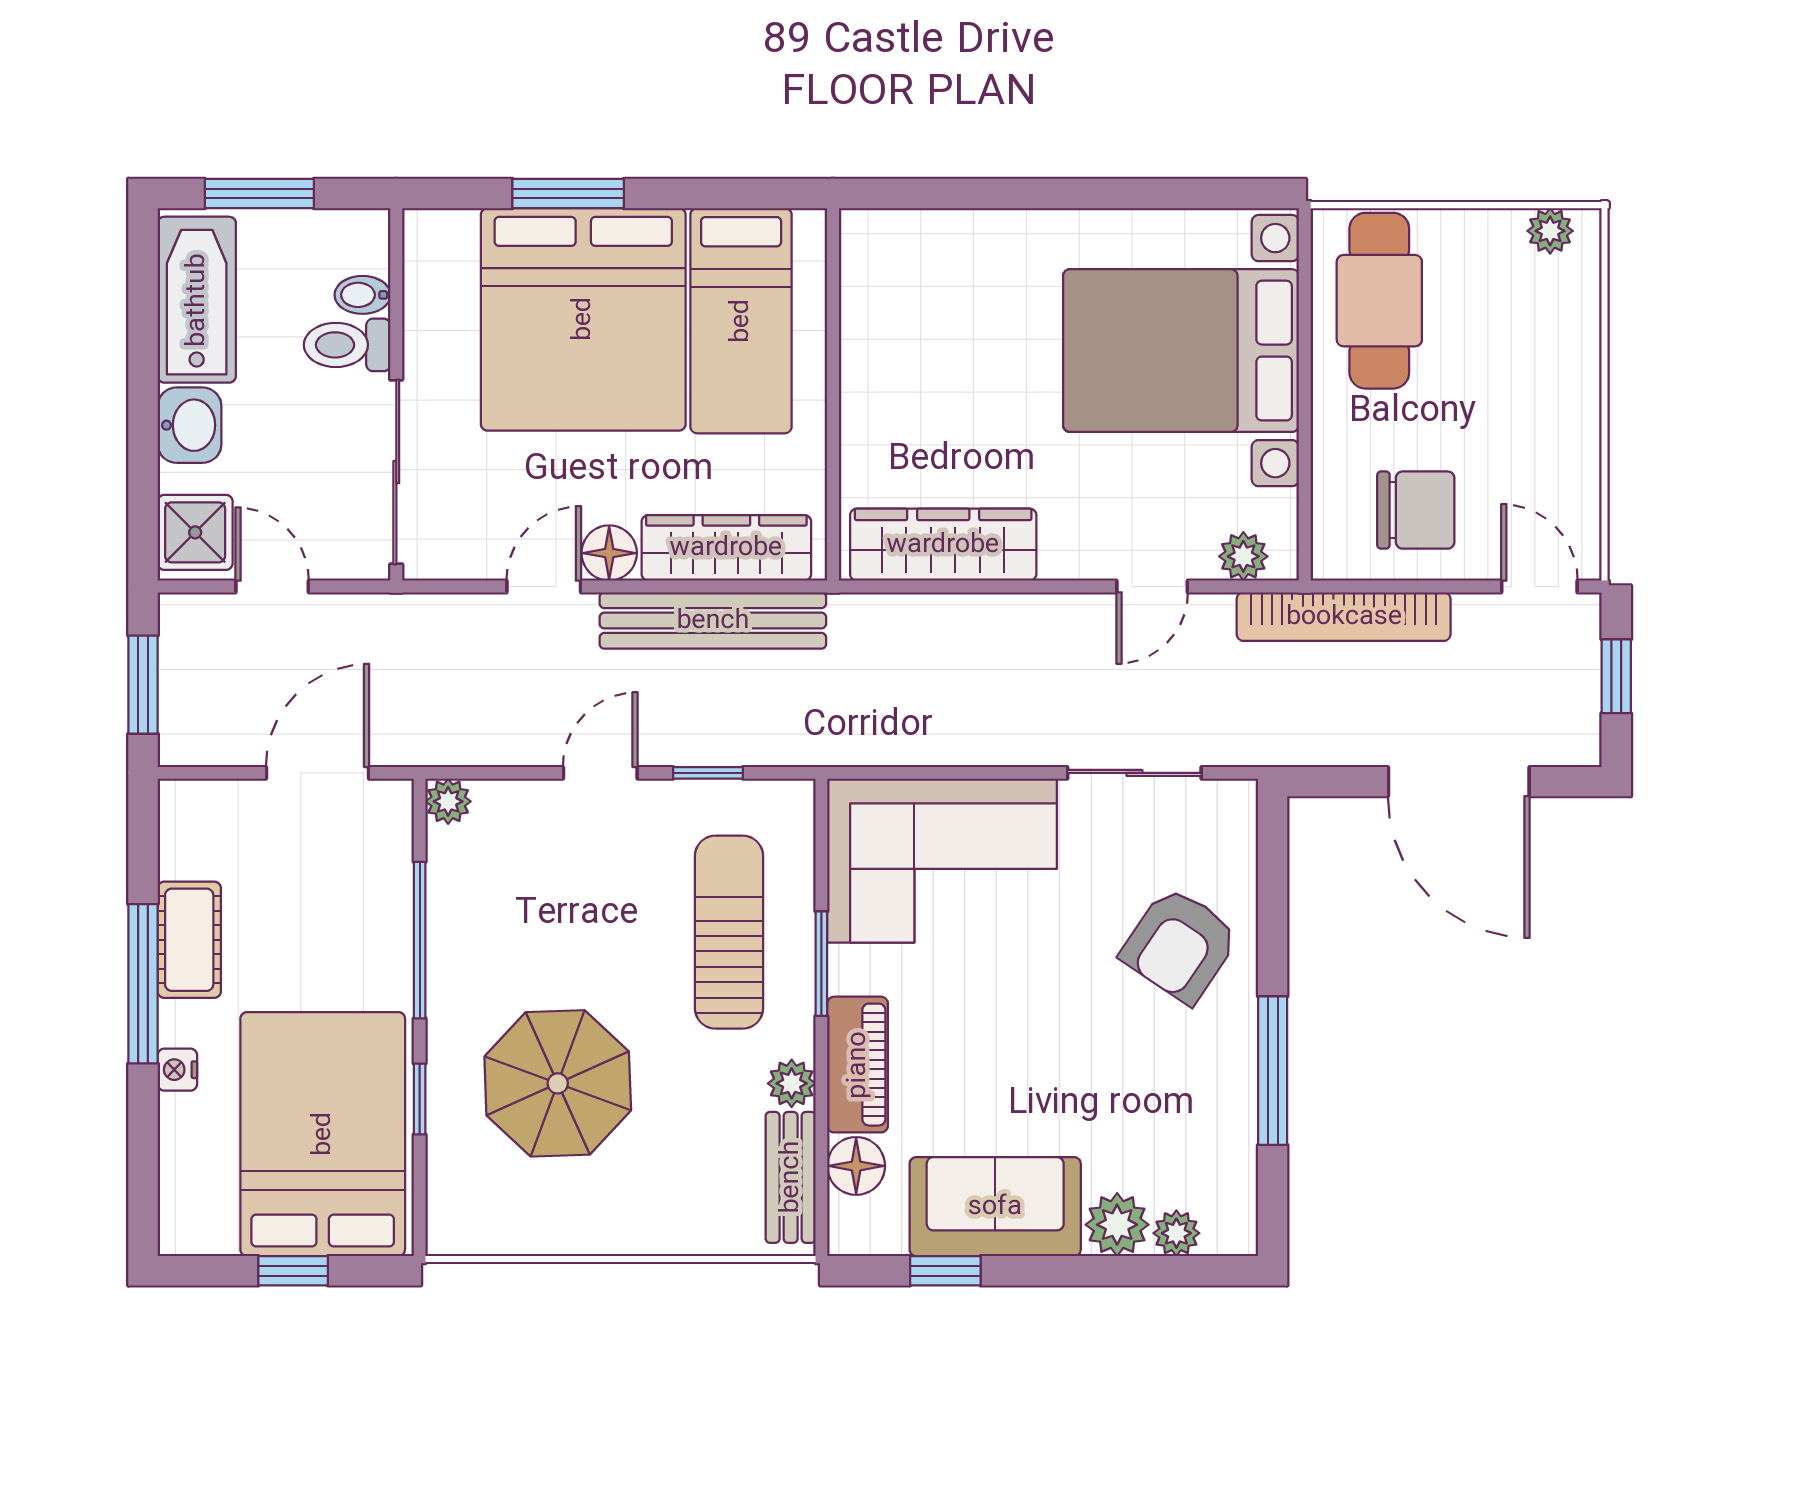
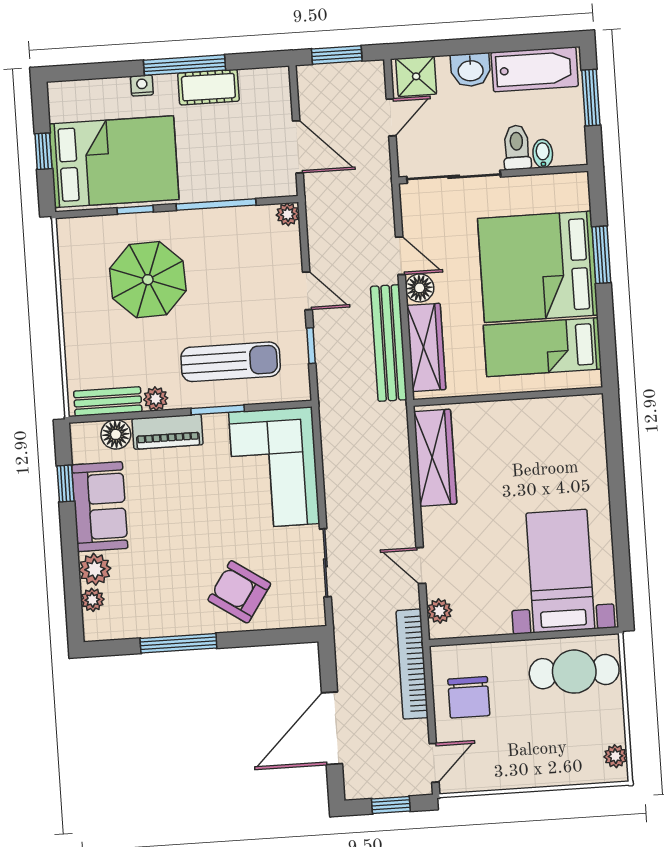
bed with nightstands: (1181, 351) -> (560, 571), width x0.73

